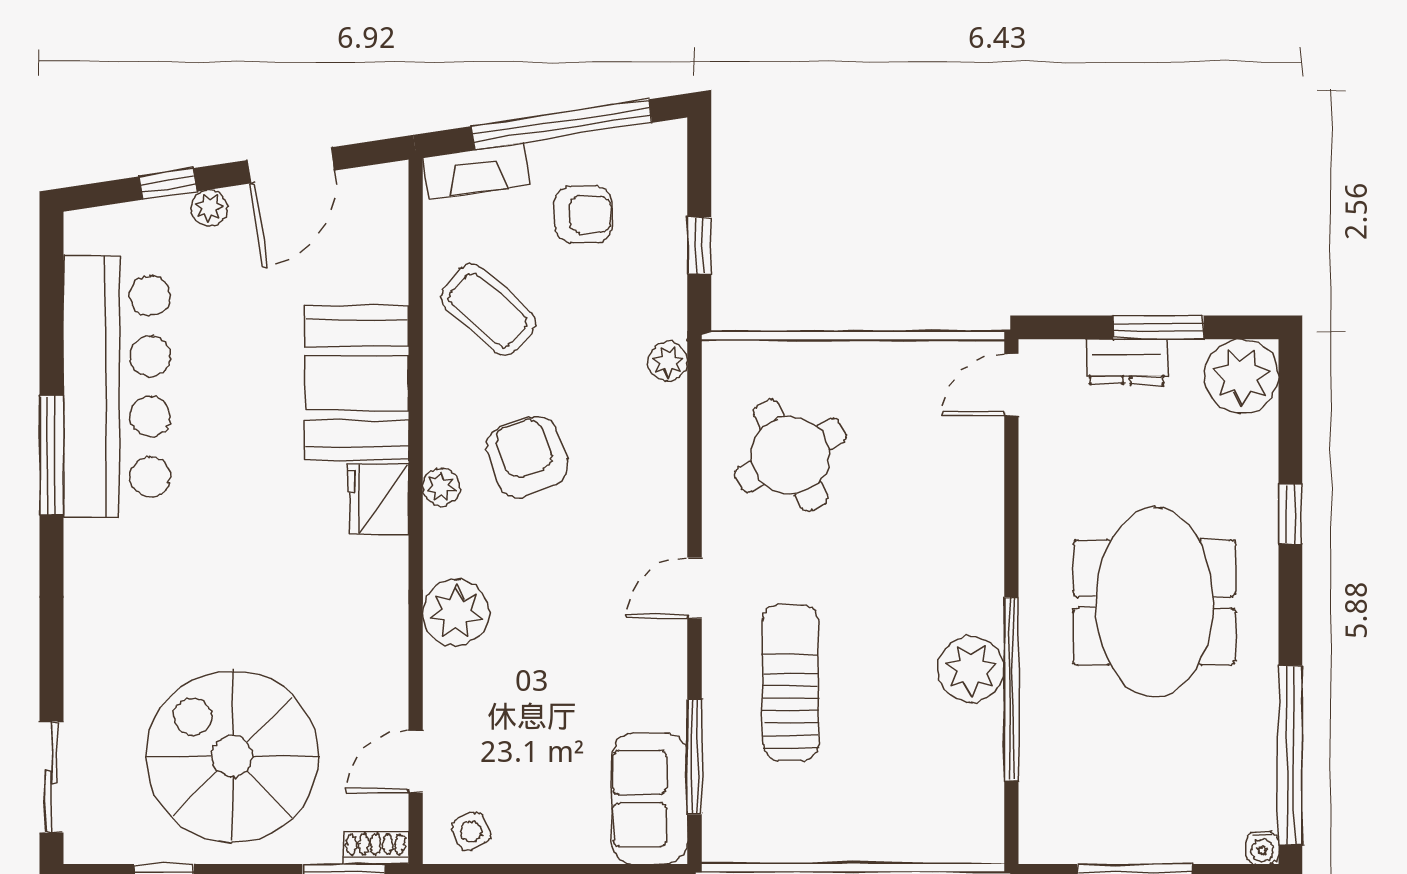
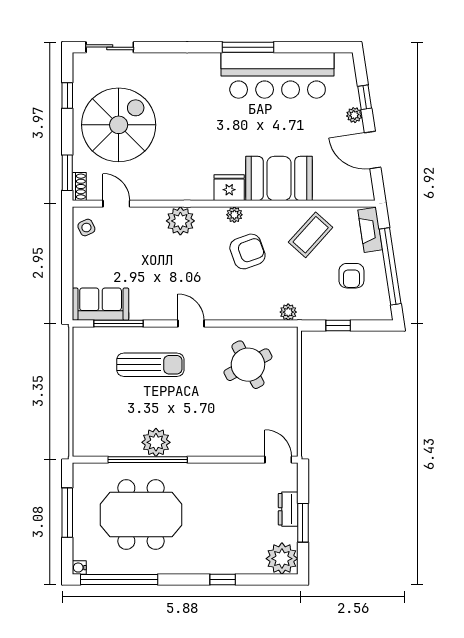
meeting table: (1154, 602) -> (141, 515), moved

